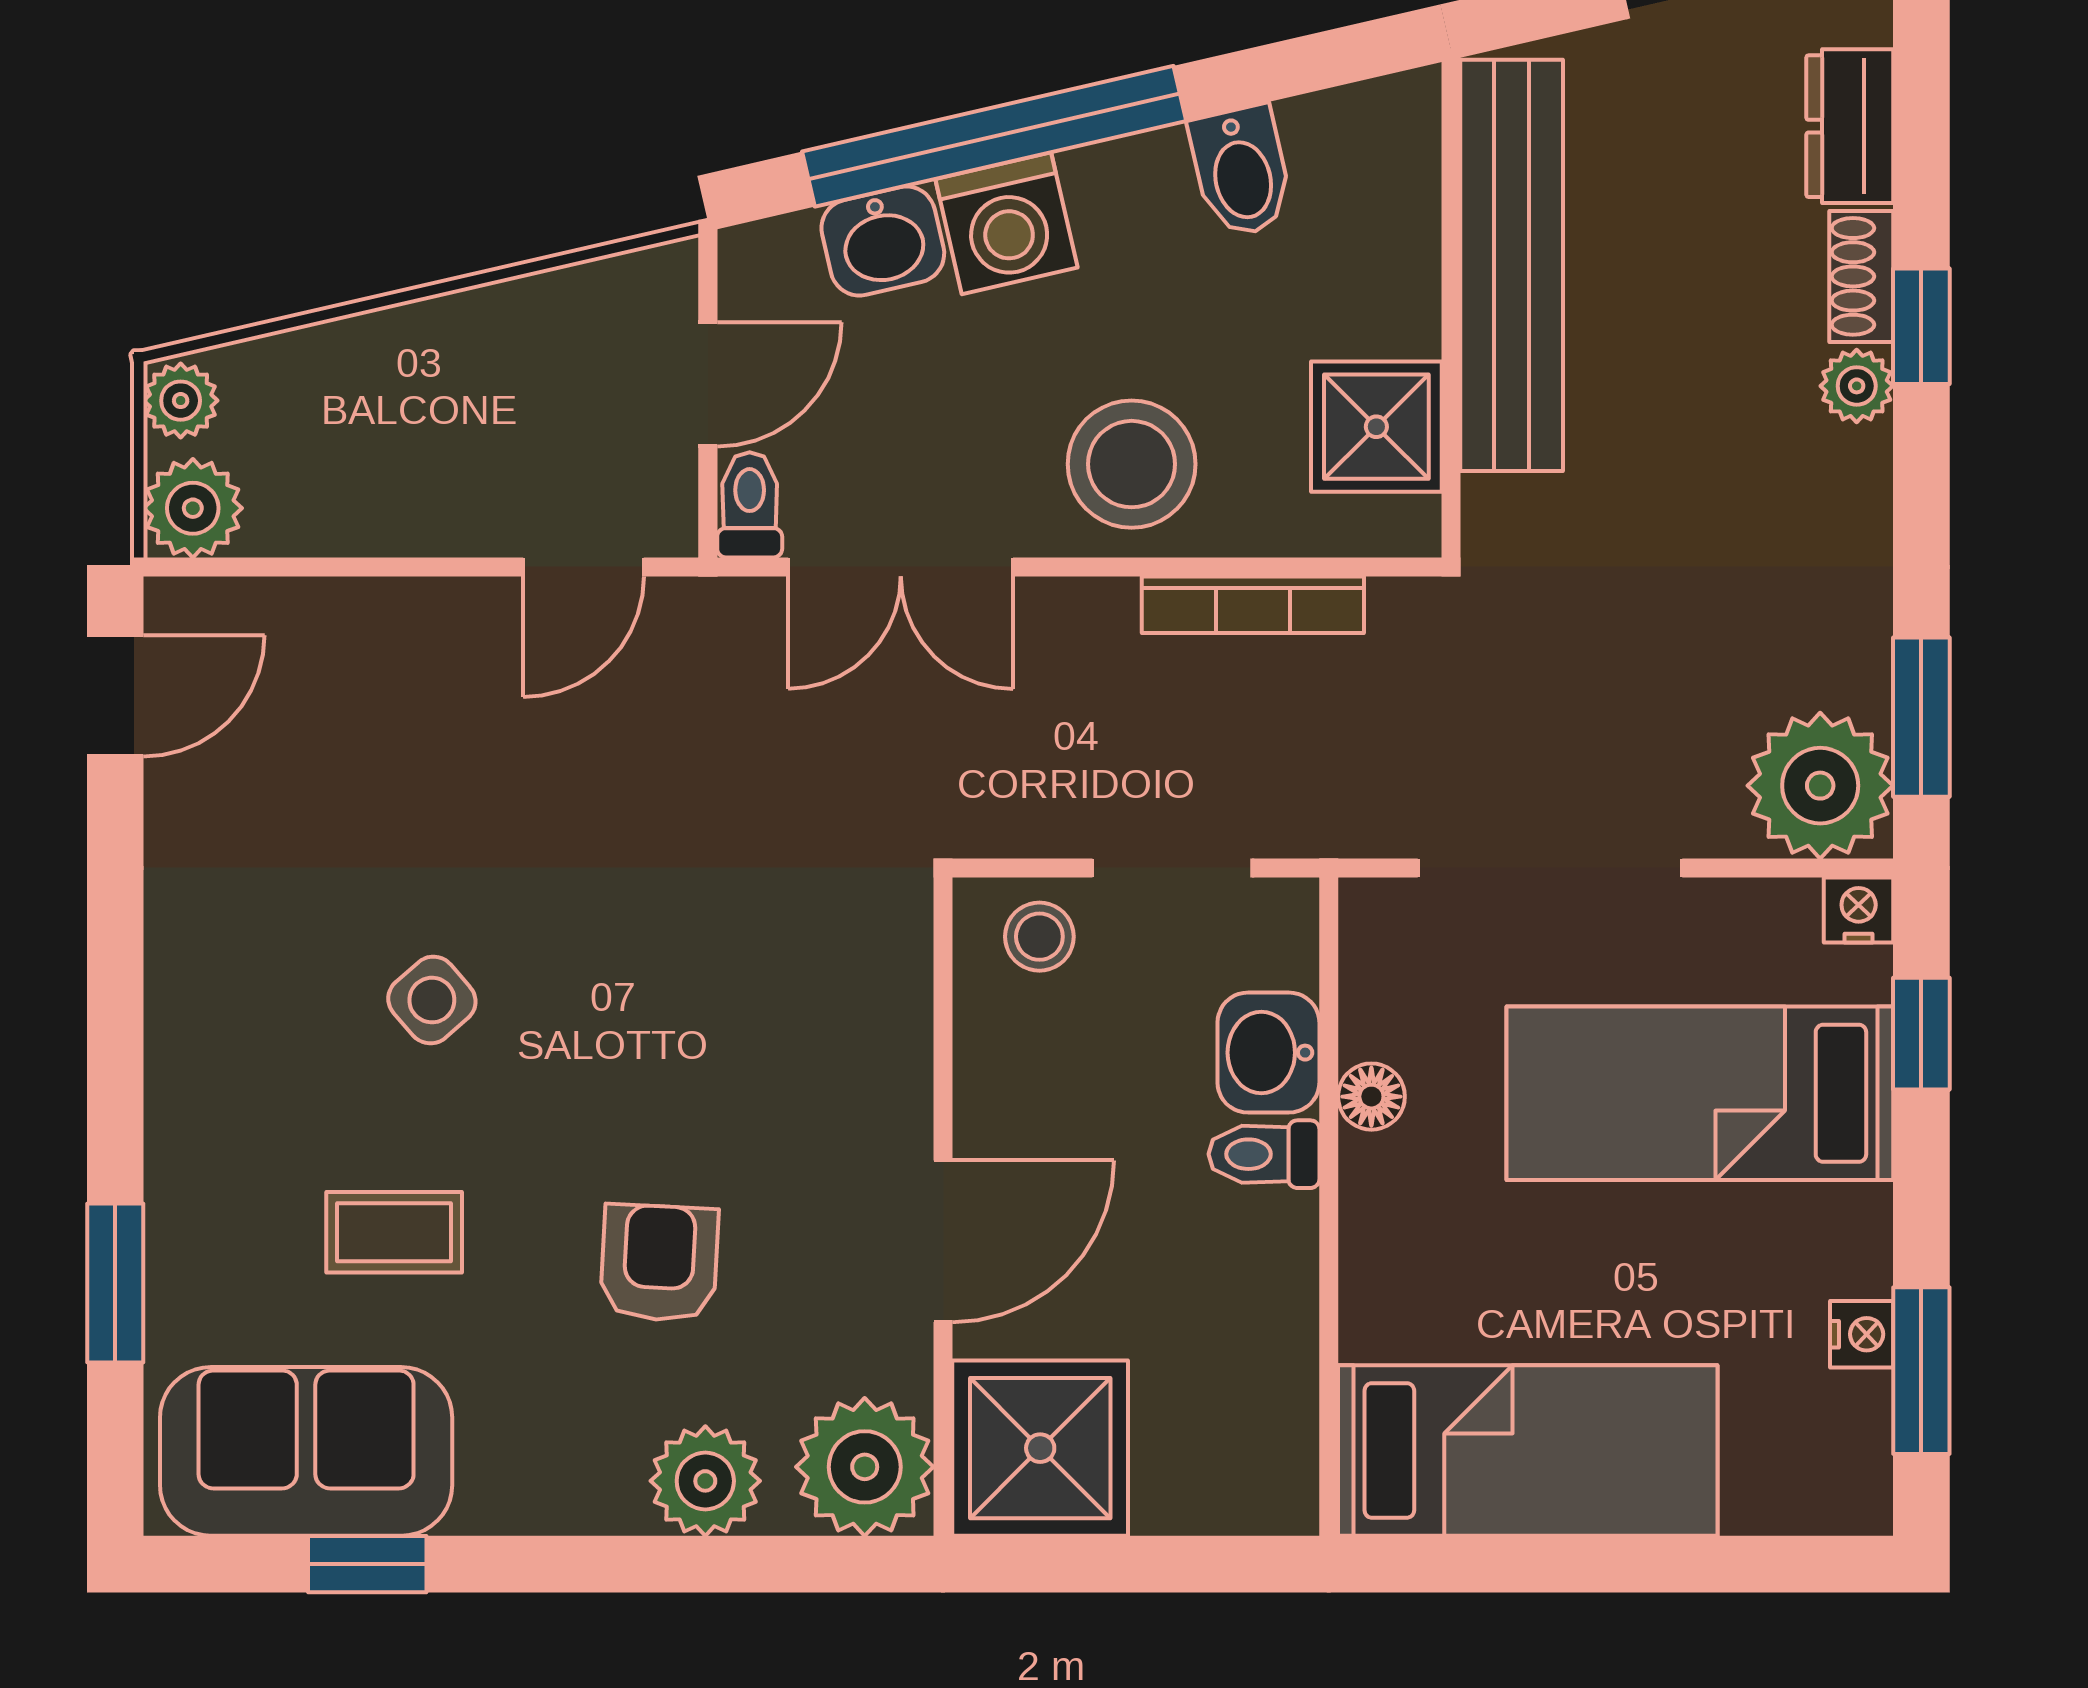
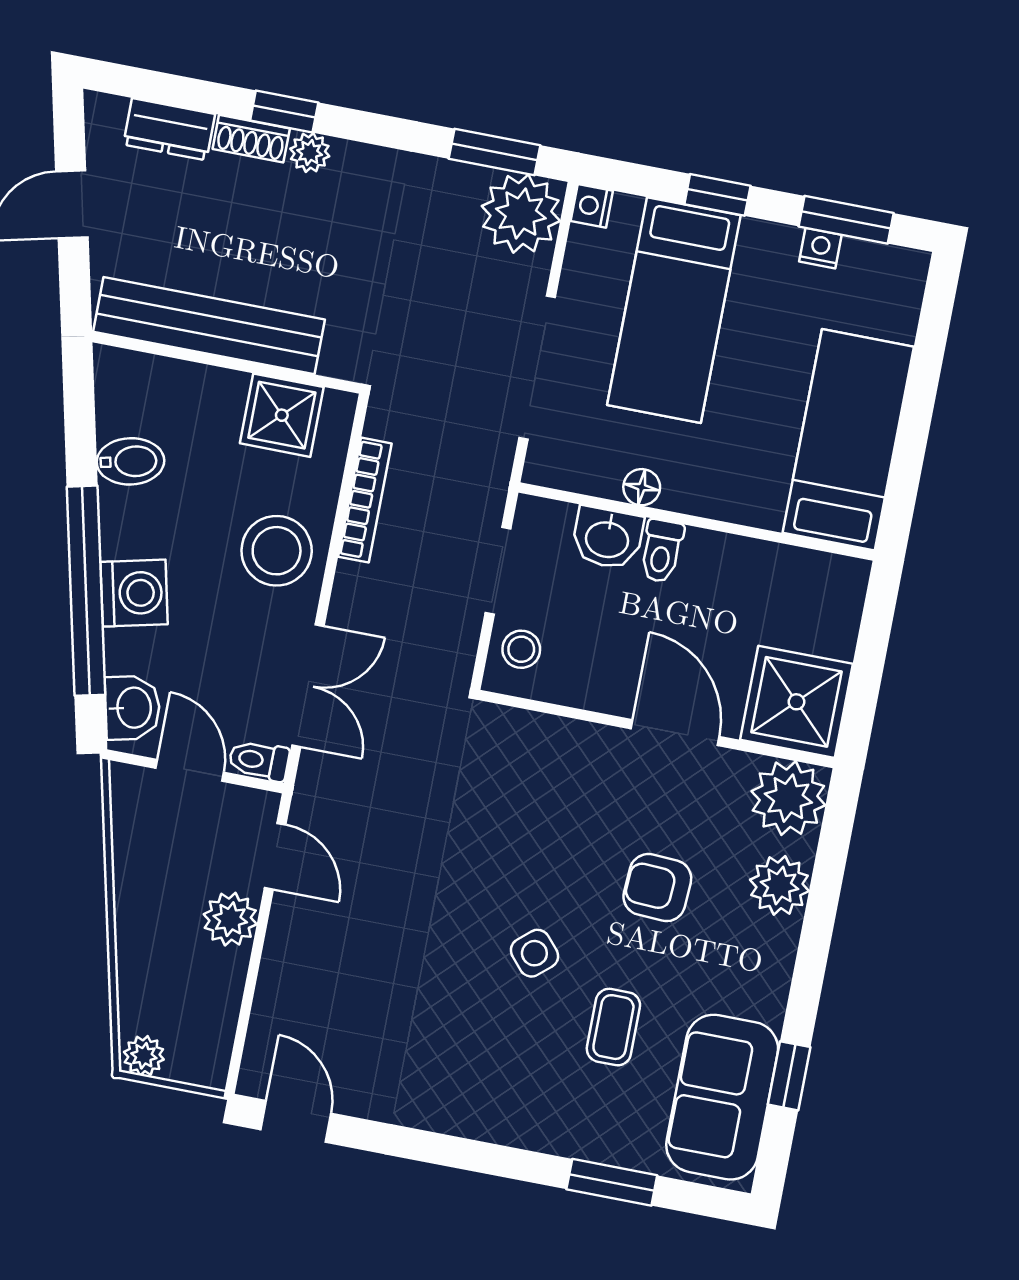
washbasin: (883, 241) -> (132, 708), moved
plant: (193, 508) -> (230, 919), moved
side table: (432, 1000) -> (534, 953), moved
window: (1921, 1034) -> (717, 195), moved

